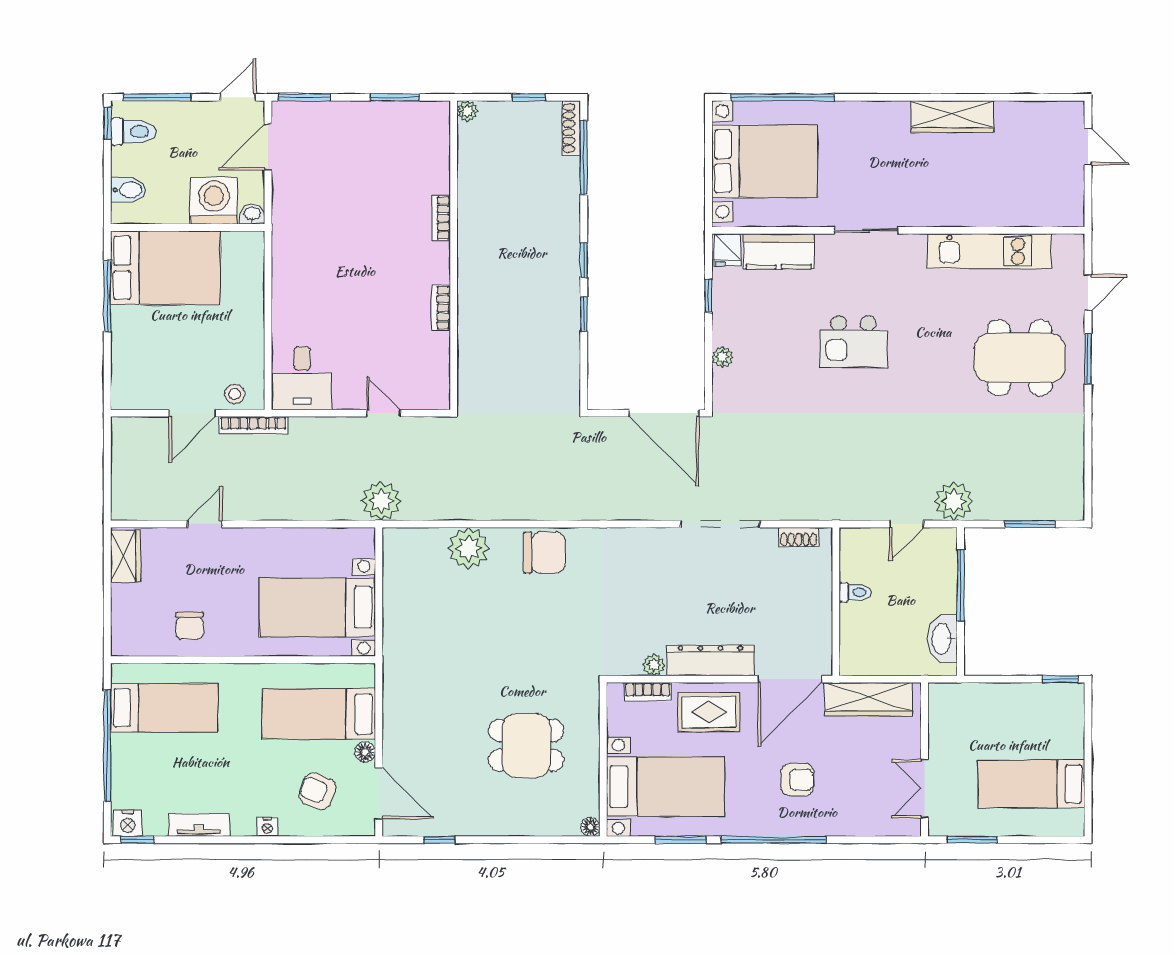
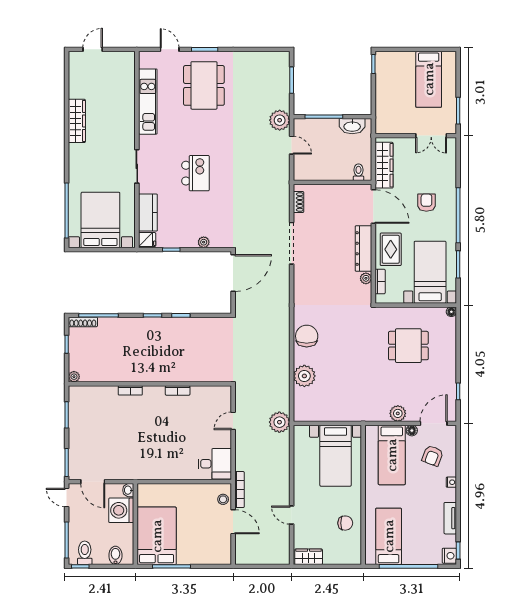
toilet: (855, 592) -> (358, 172), moved
plant: (398, 725) -> (398, 413), added
dining table: (526, 745) -> (408, 346), turned 90

